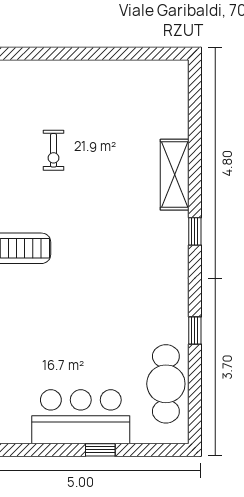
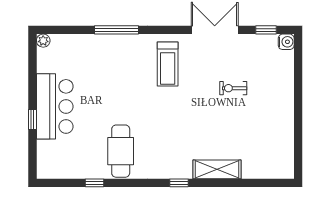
window: (195, 330) -> (95, 183), moved
cafe table: (166, 384) -> (121, 151), moved, turned 90

